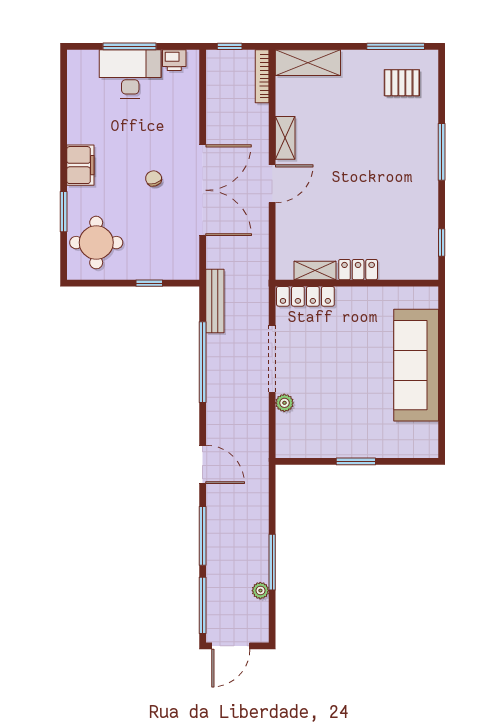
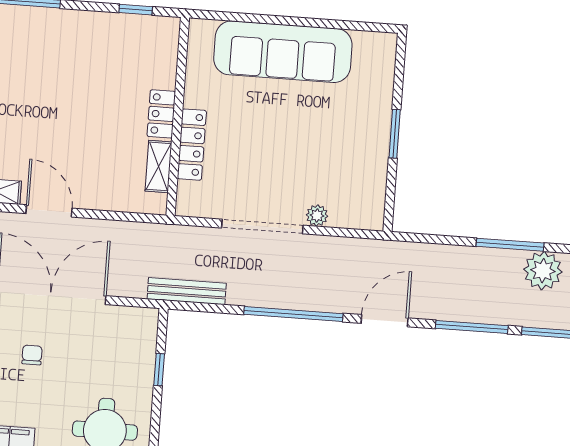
chair: (154, 179) -> (32, 355), turned 107
locker: (305, 296) -> (192, 145), moved
window: (203, 362) -> (293, 314), moved
plant: (260, 591) -> (543, 271), width x1.88, depth x1.88

